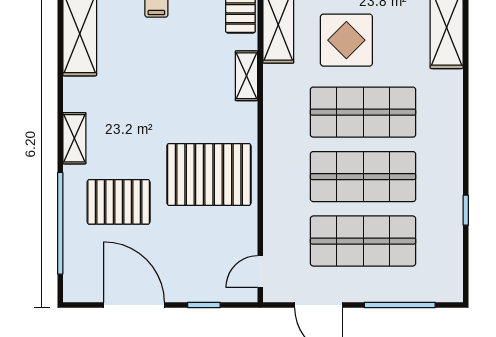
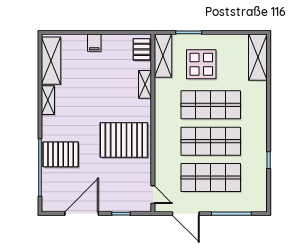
shelving: (74, 138) -> (48, 100), moved
pallet: (119, 202) -> (61, 154), moved
door: (260, 271) -> (153, 195), swing flipped
door: (134, 305) -> (82, 214), hinge flipped

